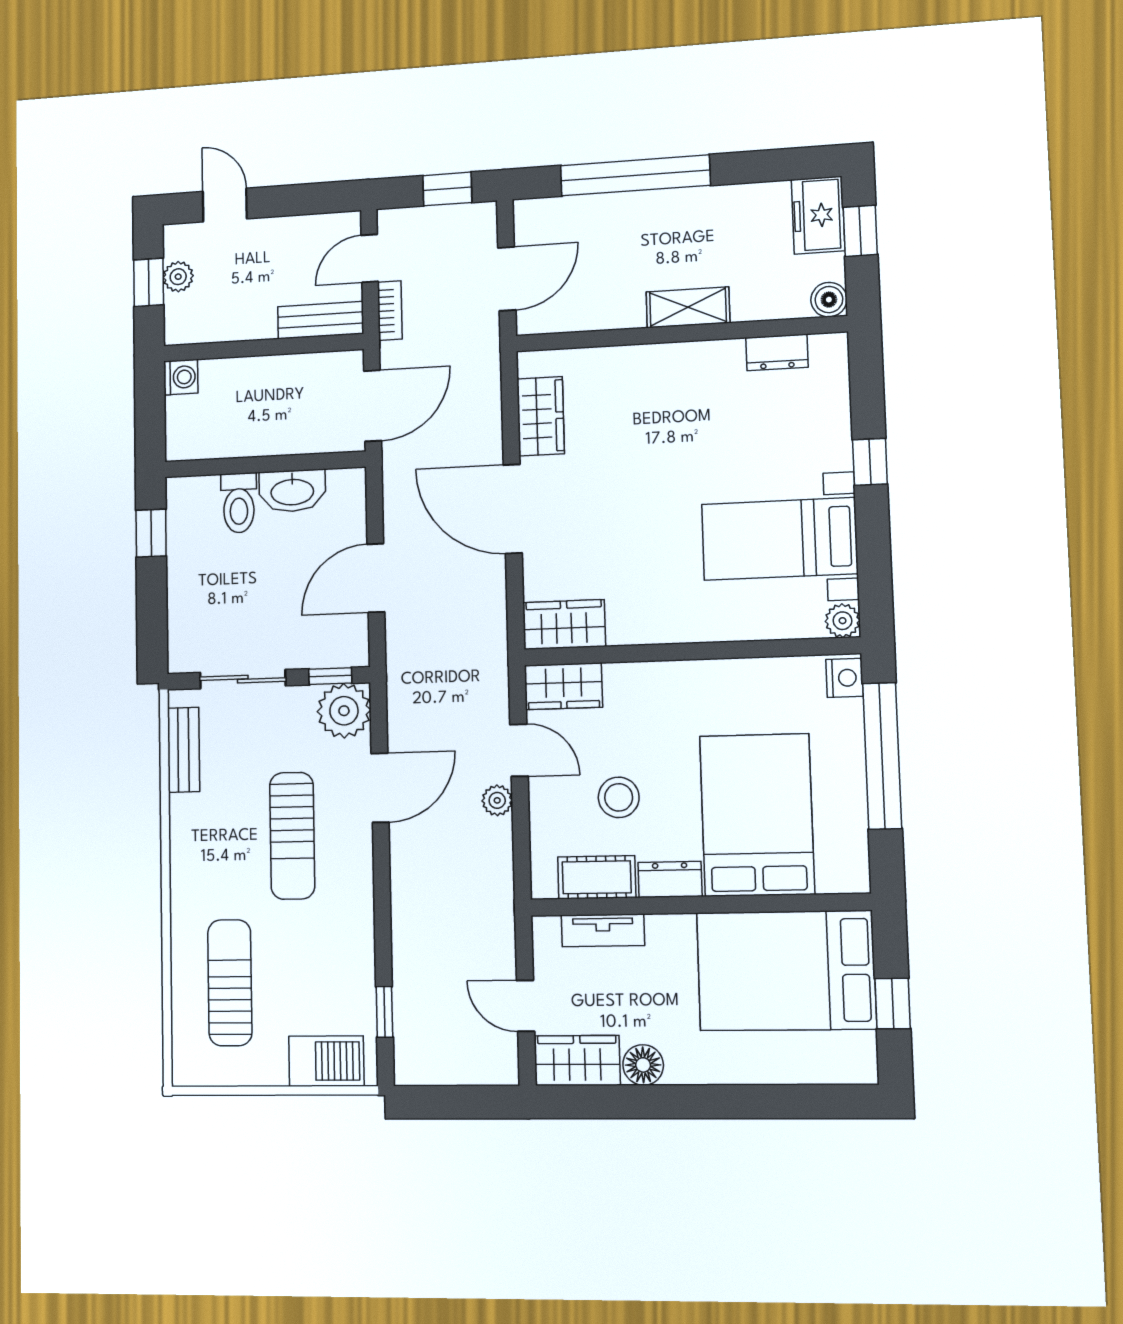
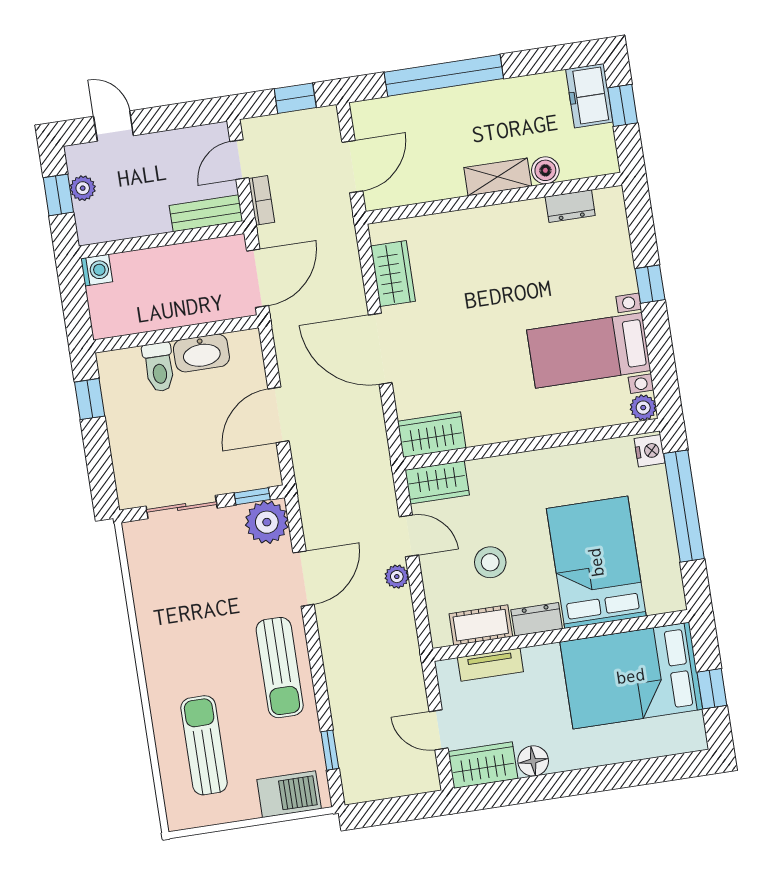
boiler: (829, 300) -> (545, 170), moved
bench: (184, 750) -> (141, 569), removed
sun lounger: (292, 836) -> (280, 668), moved

